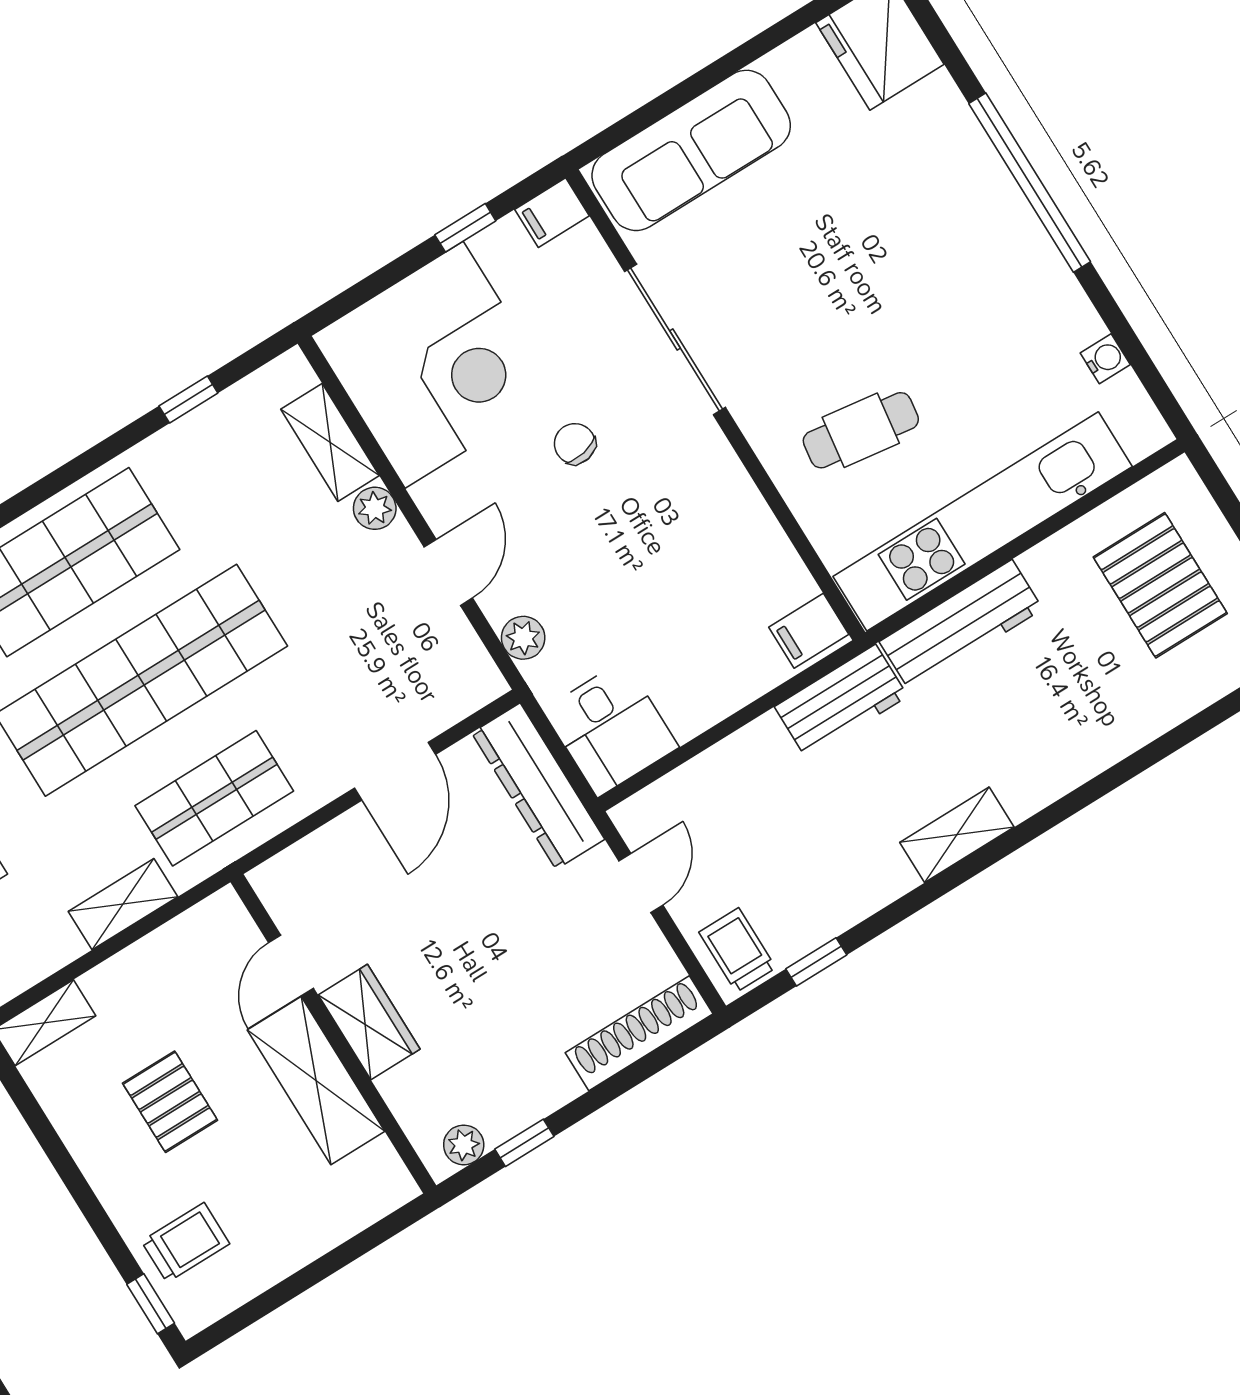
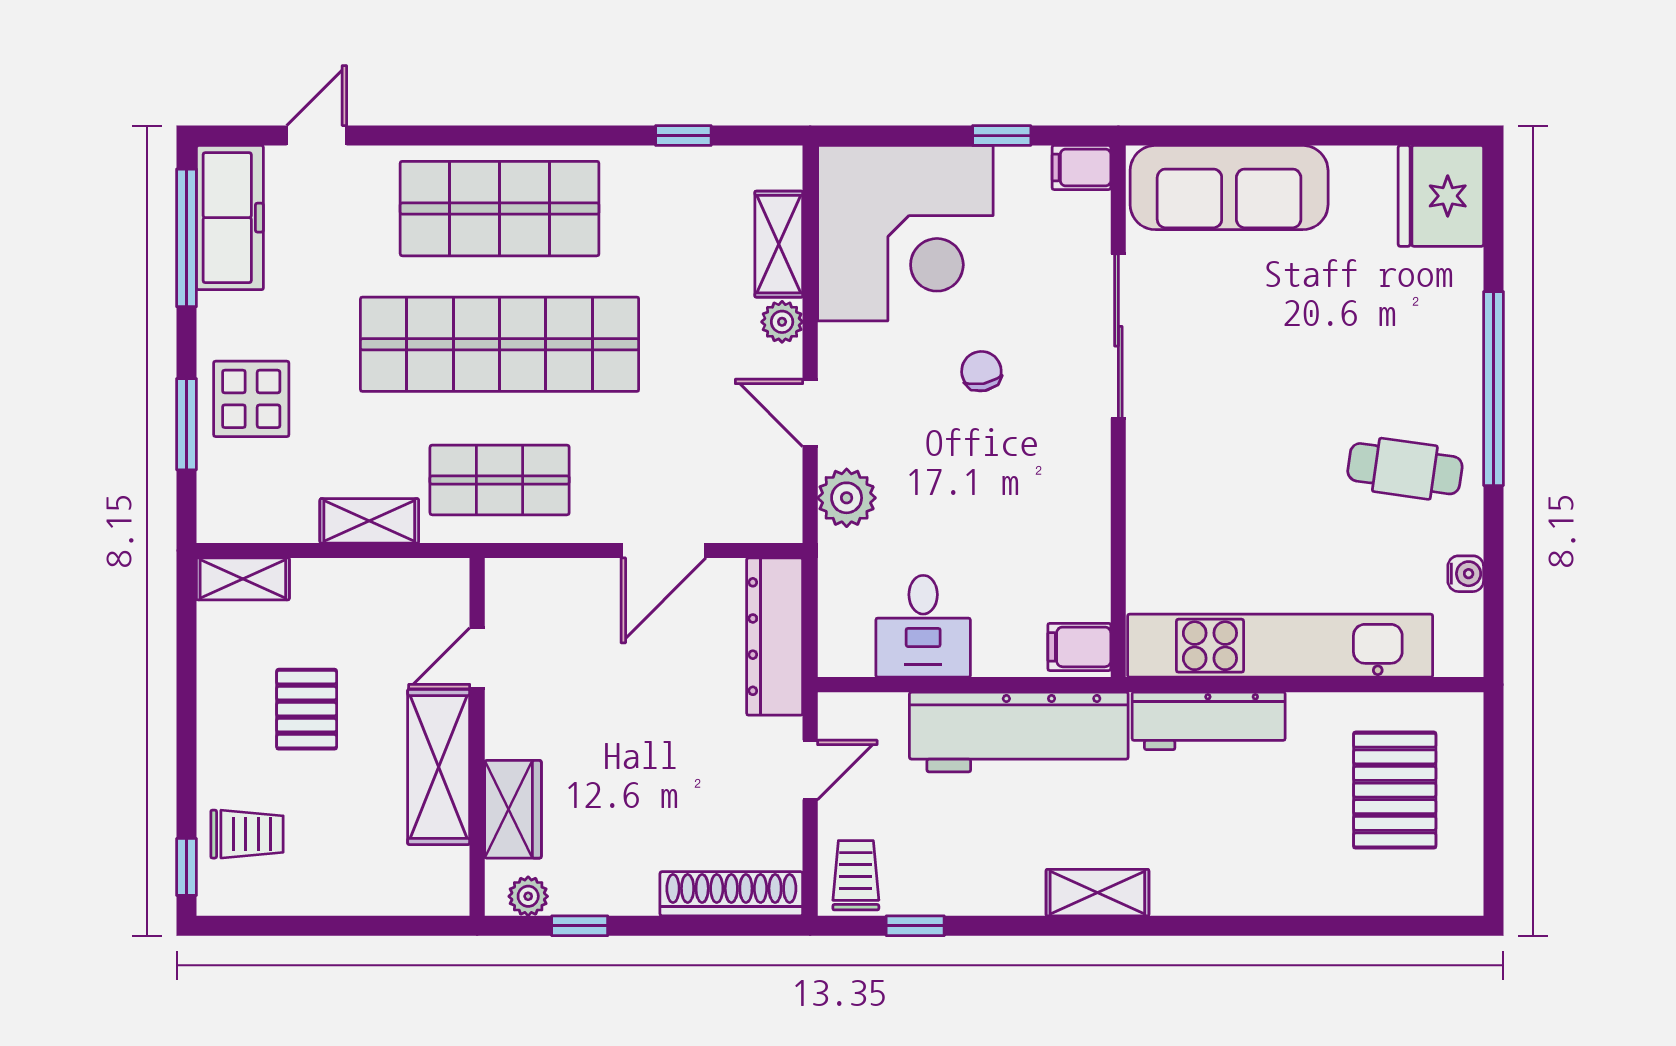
cafe table: (861, 430) -> (1405, 469), moved
door: (448, 572) -> (810, 413), swing flipped
plant: (523, 638) -> (847, 498), width x1.38, depth x1.38
workbench: (841, 701) -> (1019, 732), width x1.88, depth x1.32
desk: (611, 728) -> (923, 626), moved
wardrobe: (369, 1022) -> (513, 809), moved

